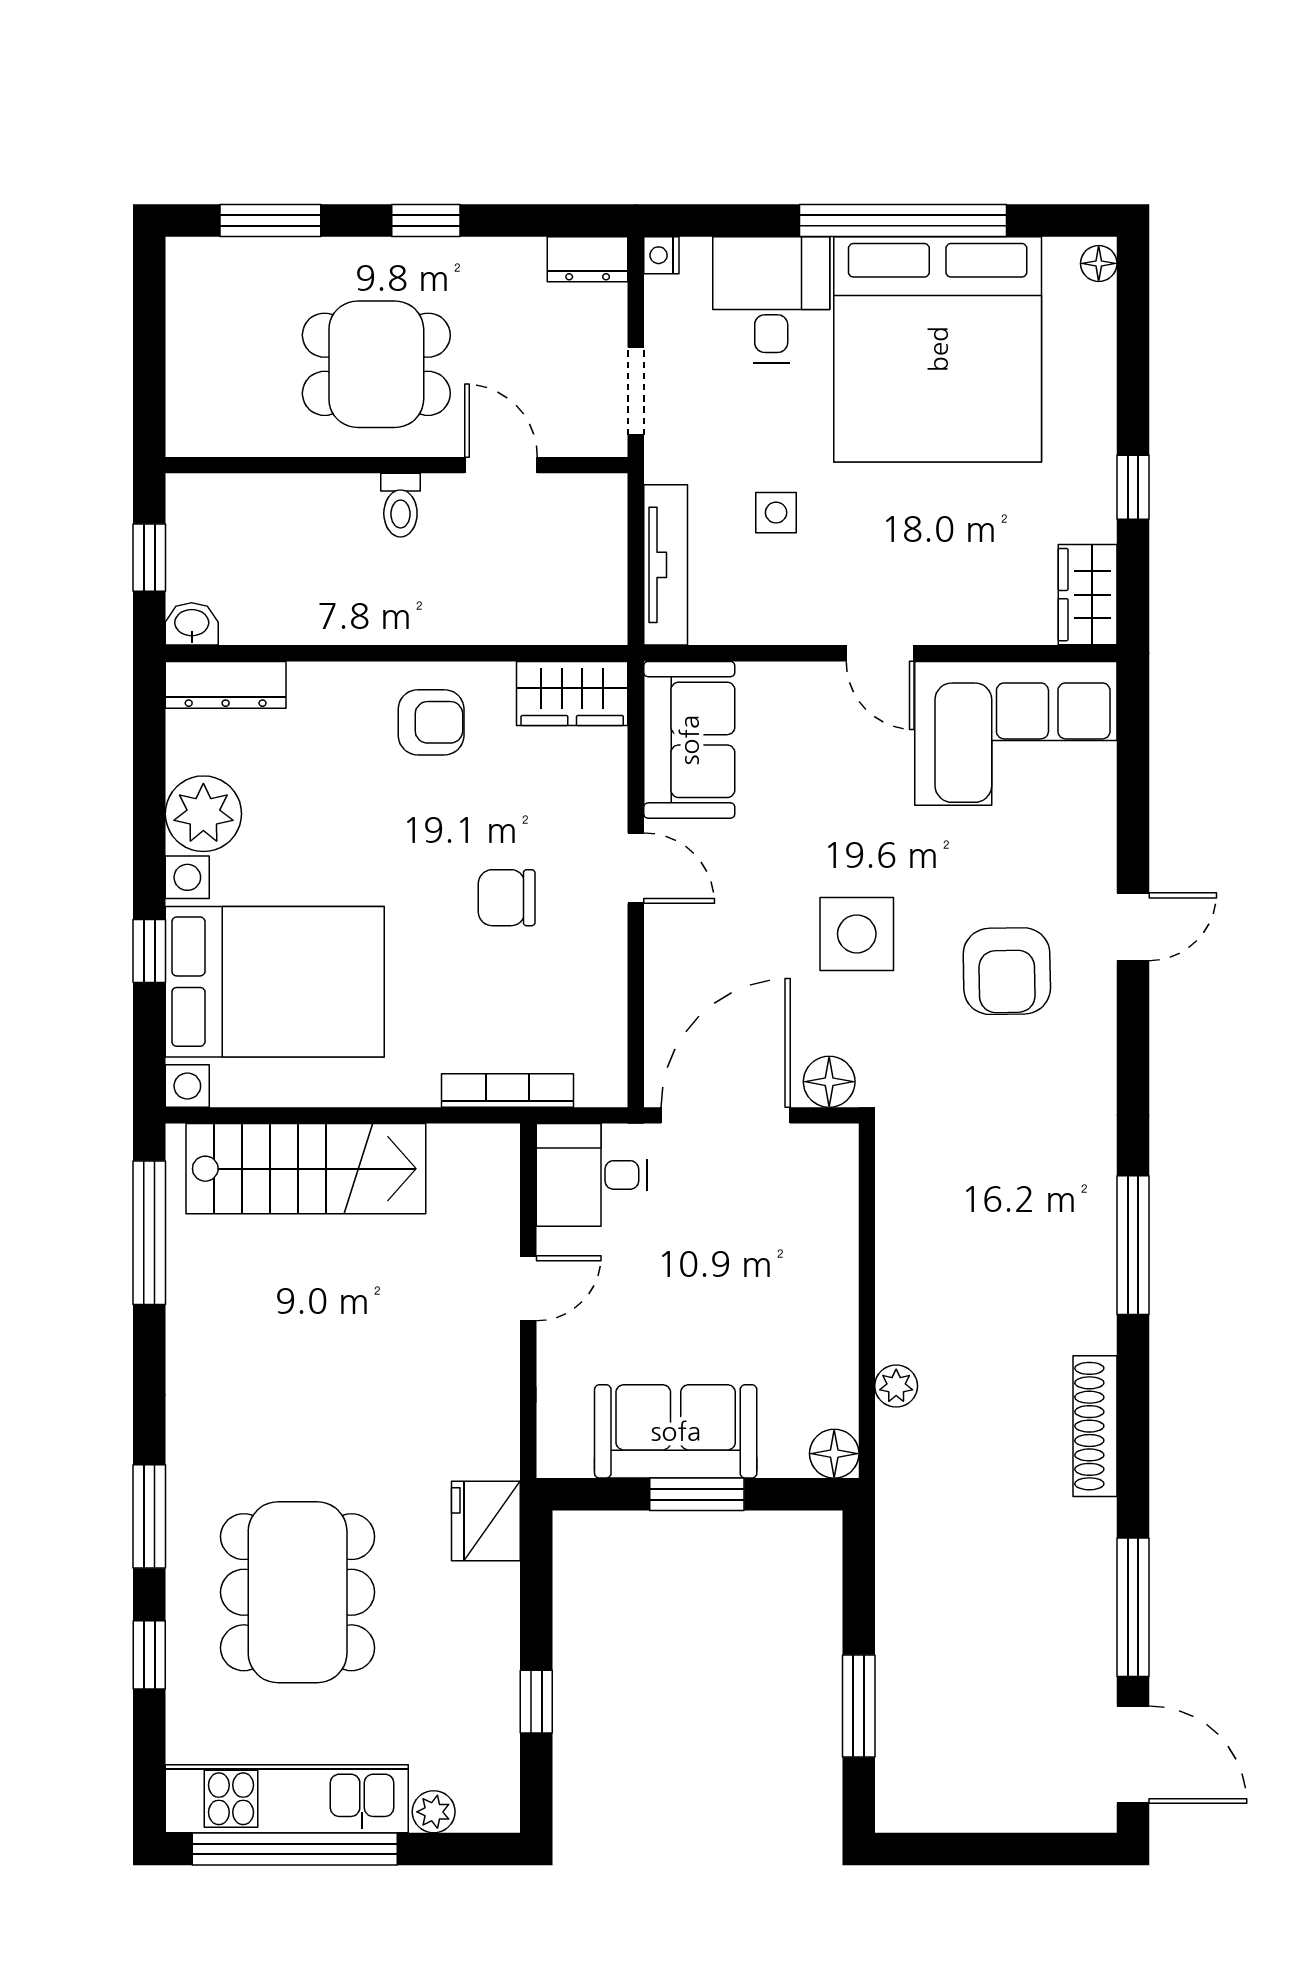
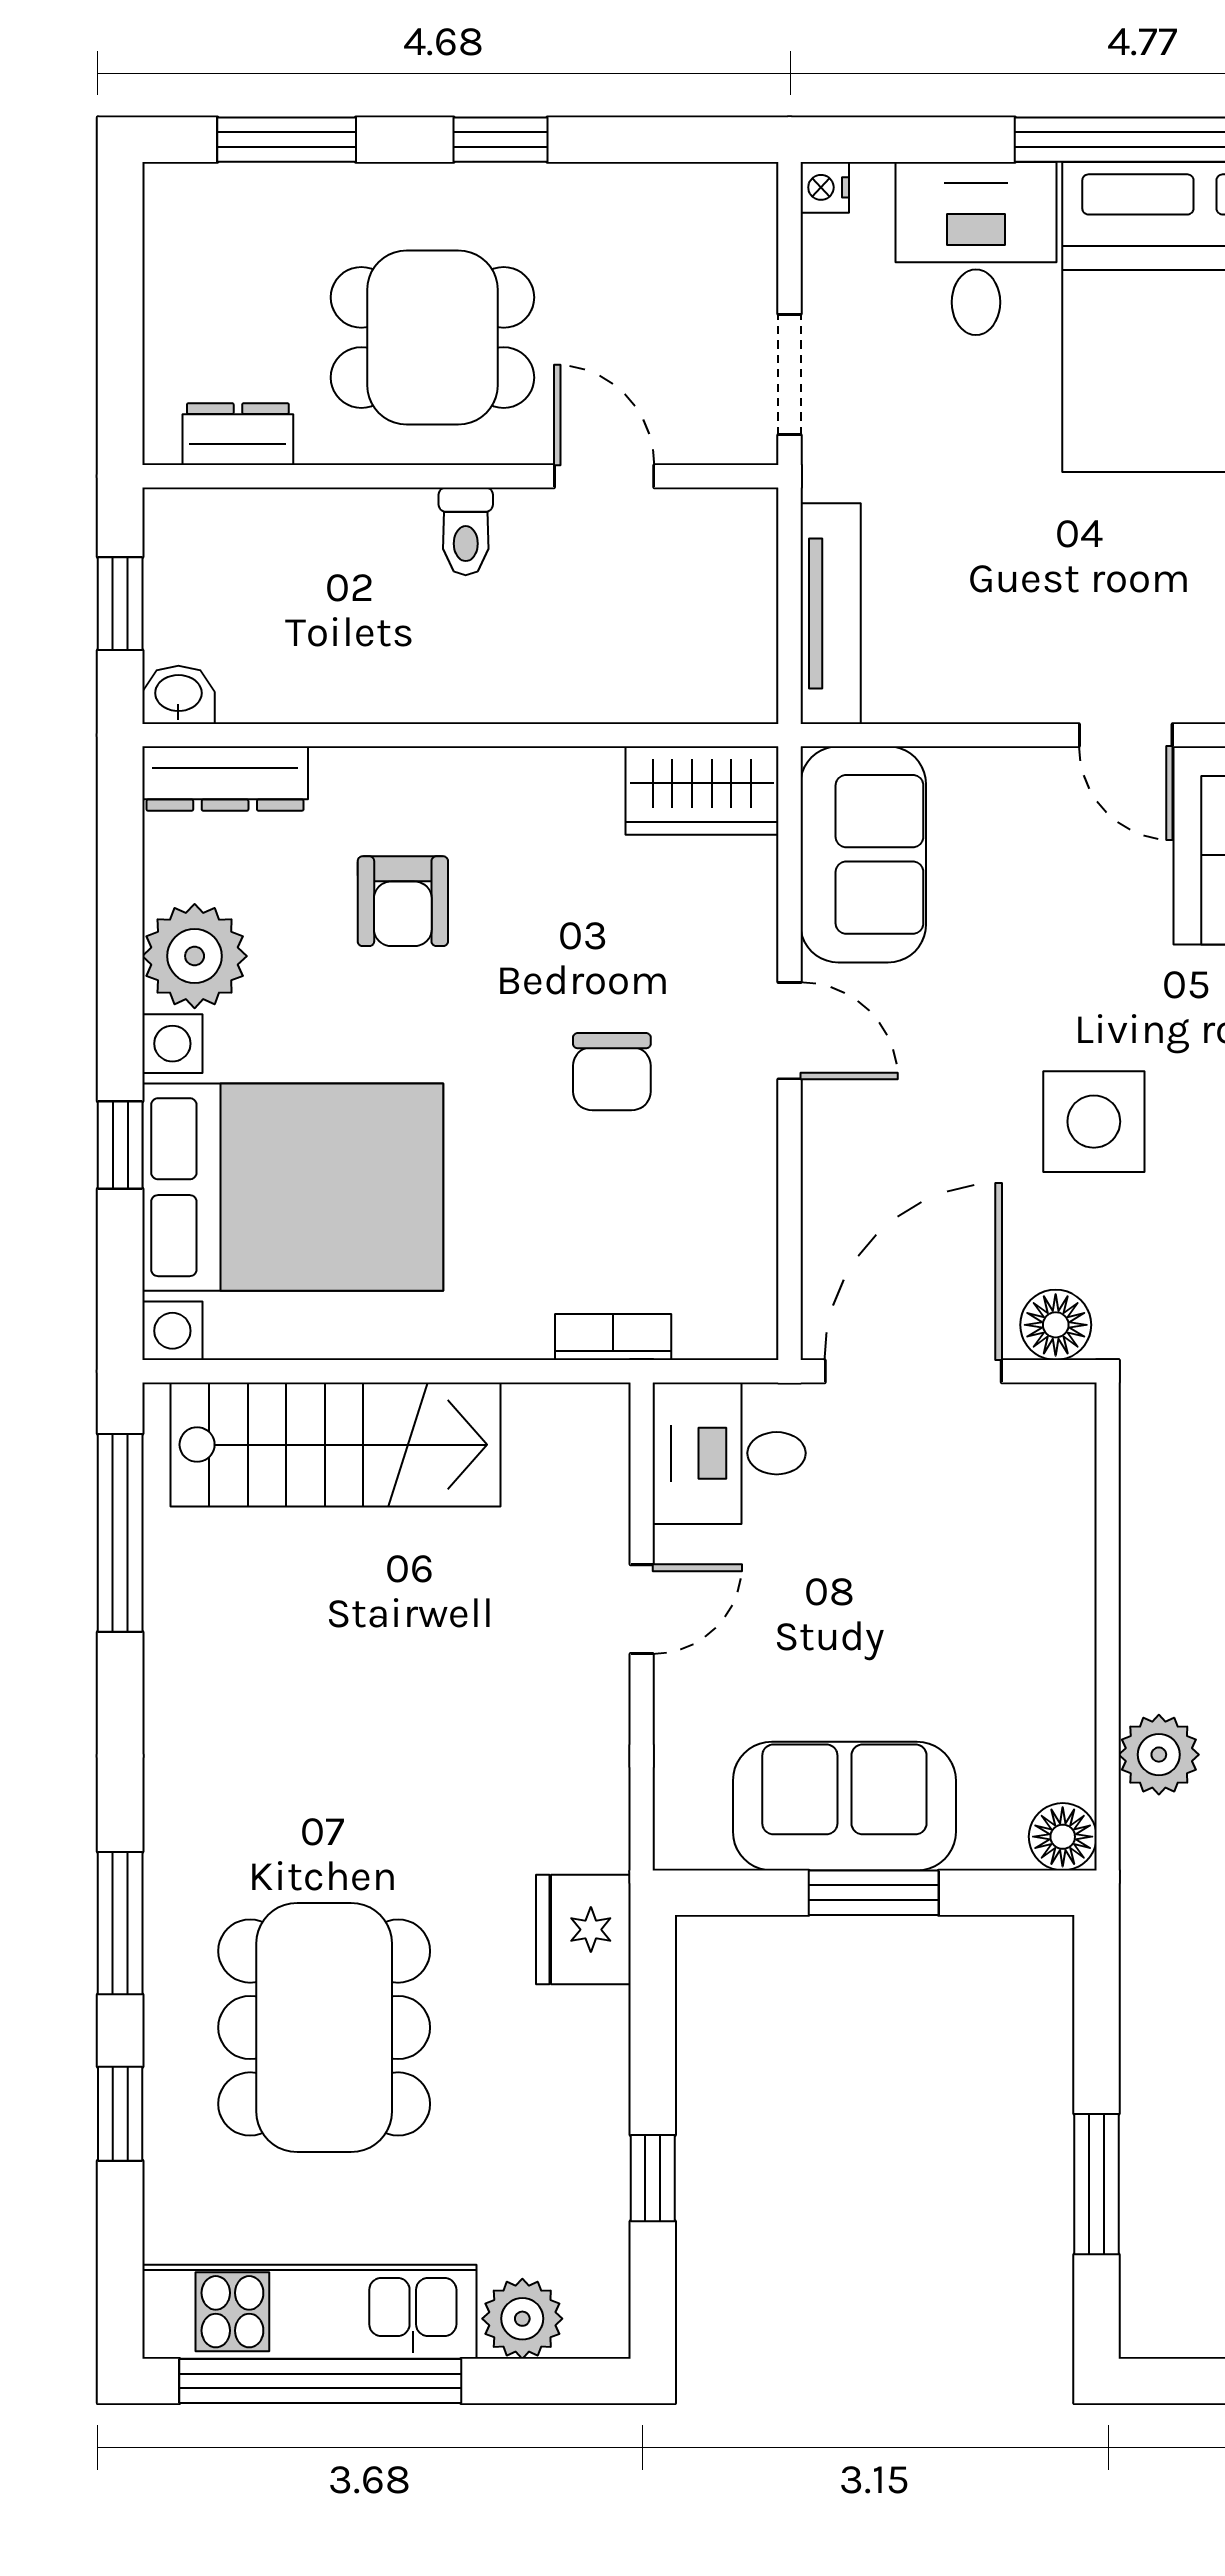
dresser: (588, 259) -> (238, 434), moved, turned 180
side table: (776, 513) -> (983, 542), removed
armchair: (431, 722) -> (403, 901), moved, turned 90
chair: (507, 898) -> (612, 1072), turned -90
bookcase: (507, 1091) -> (613, 1337), width x0.64
plant: (896, 1386) -> (1159, 1755), width x1.38, depth x1.38
plant: (434, 1812) -> (522, 2319), width x1.38, depth x1.38

